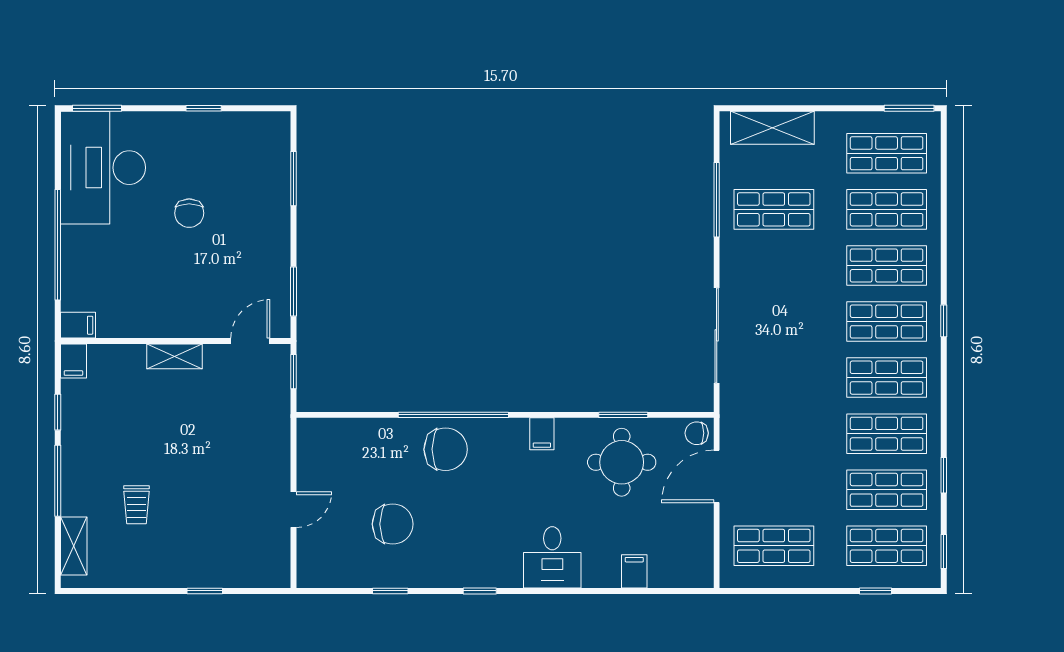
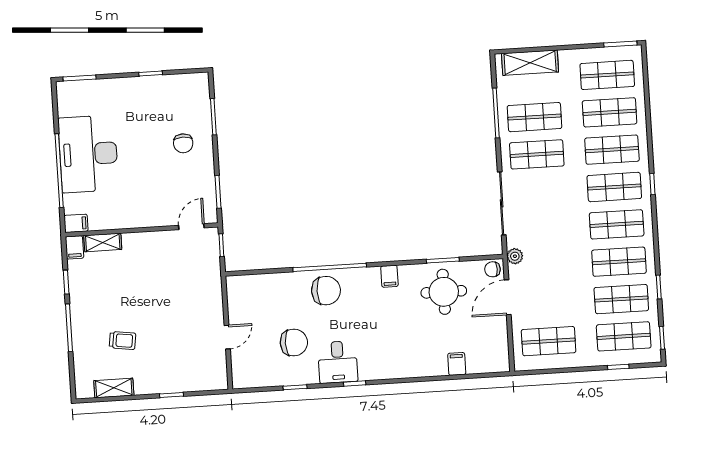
desk: (103, 168) -> (88, 154), moved
chair: (189, 213) -> (183, 143), moved
shop shelf: (774, 265) -> (537, 154), added
shelving: (174, 356) -> (103, 242), moved
plant: (731, 416) -> (515, 256), added
trolley: (137, 505) -> (122, 340), turned -82
shelving: (74, 546) -> (114, 388), moved, turned 90
desk: (552, 557) -> (338, 362), moved

